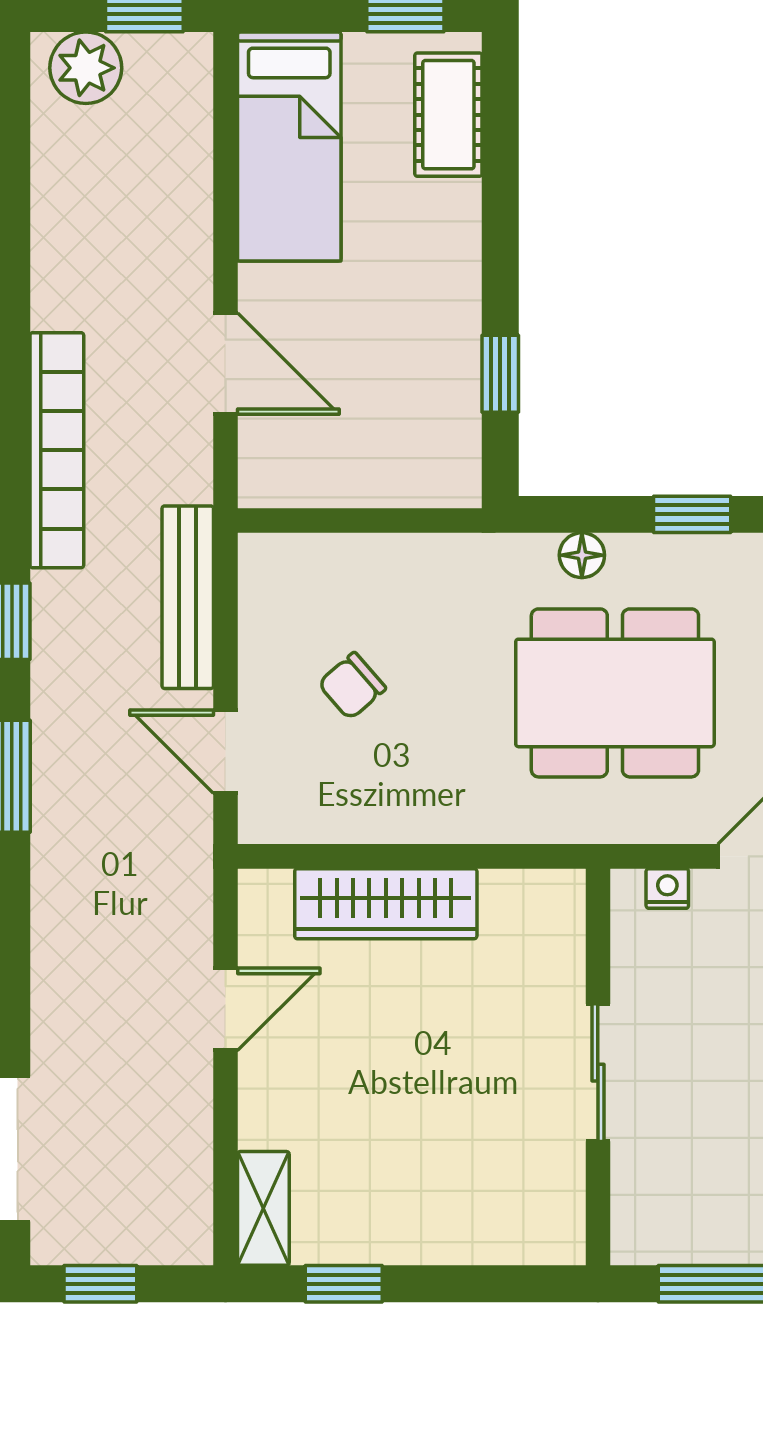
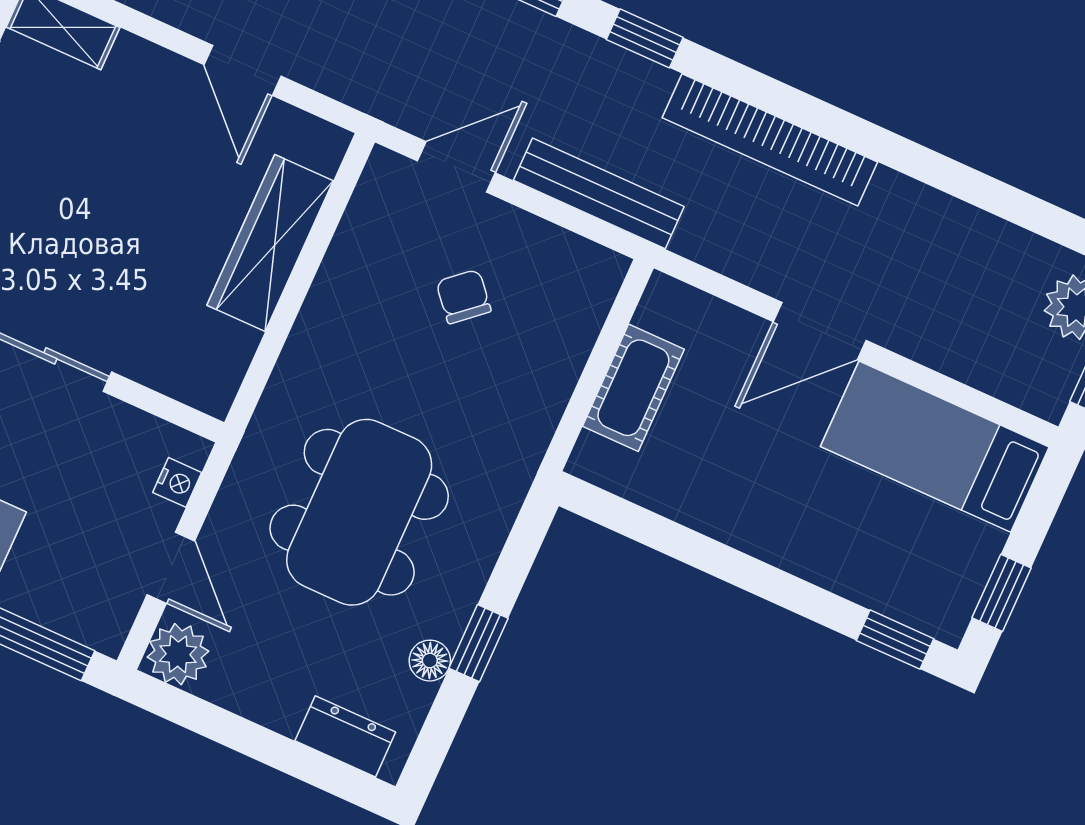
cot: (448, 115) -> (633, 388), moved, turned 90
door: (226, 364) -> (820, 331), moved
window: (500, 374) -> (895, 640), moved
floor lamp: (582, 555) -> (430, 661), moved

